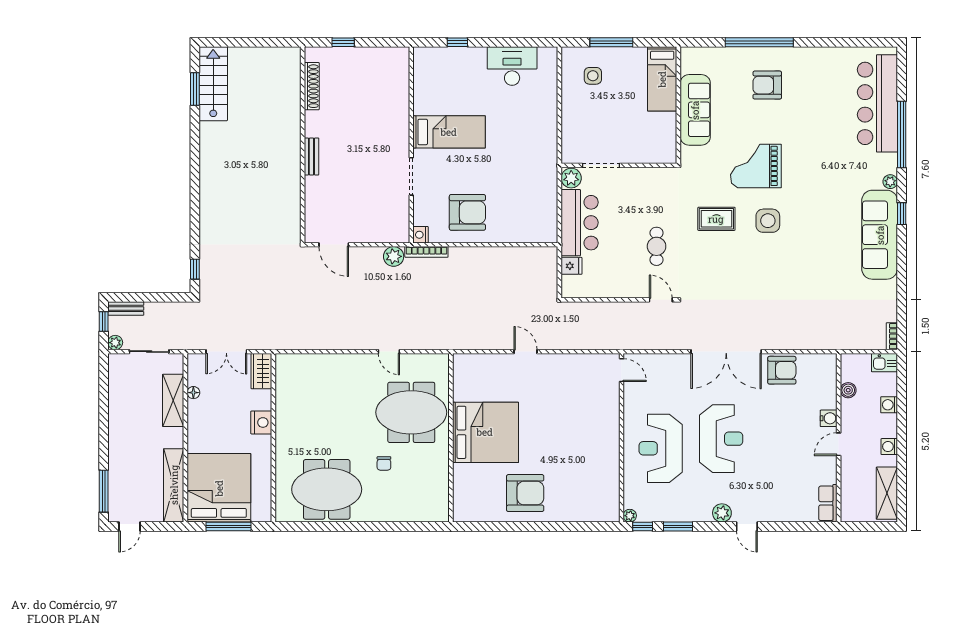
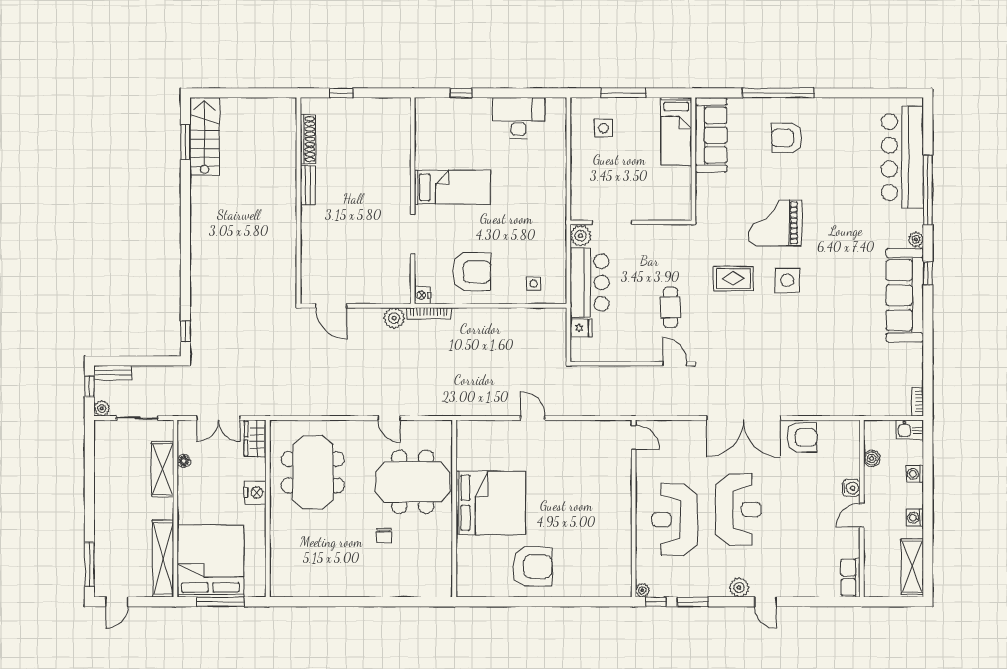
sofa: (695, 110) -> (711, 135), moved
bench: (311, 156) -> (308, 185), moved
side table: (526, 224) -> (534, 284), added
meeting table: (327, 489) -> (313, 472), moved, turned 90

